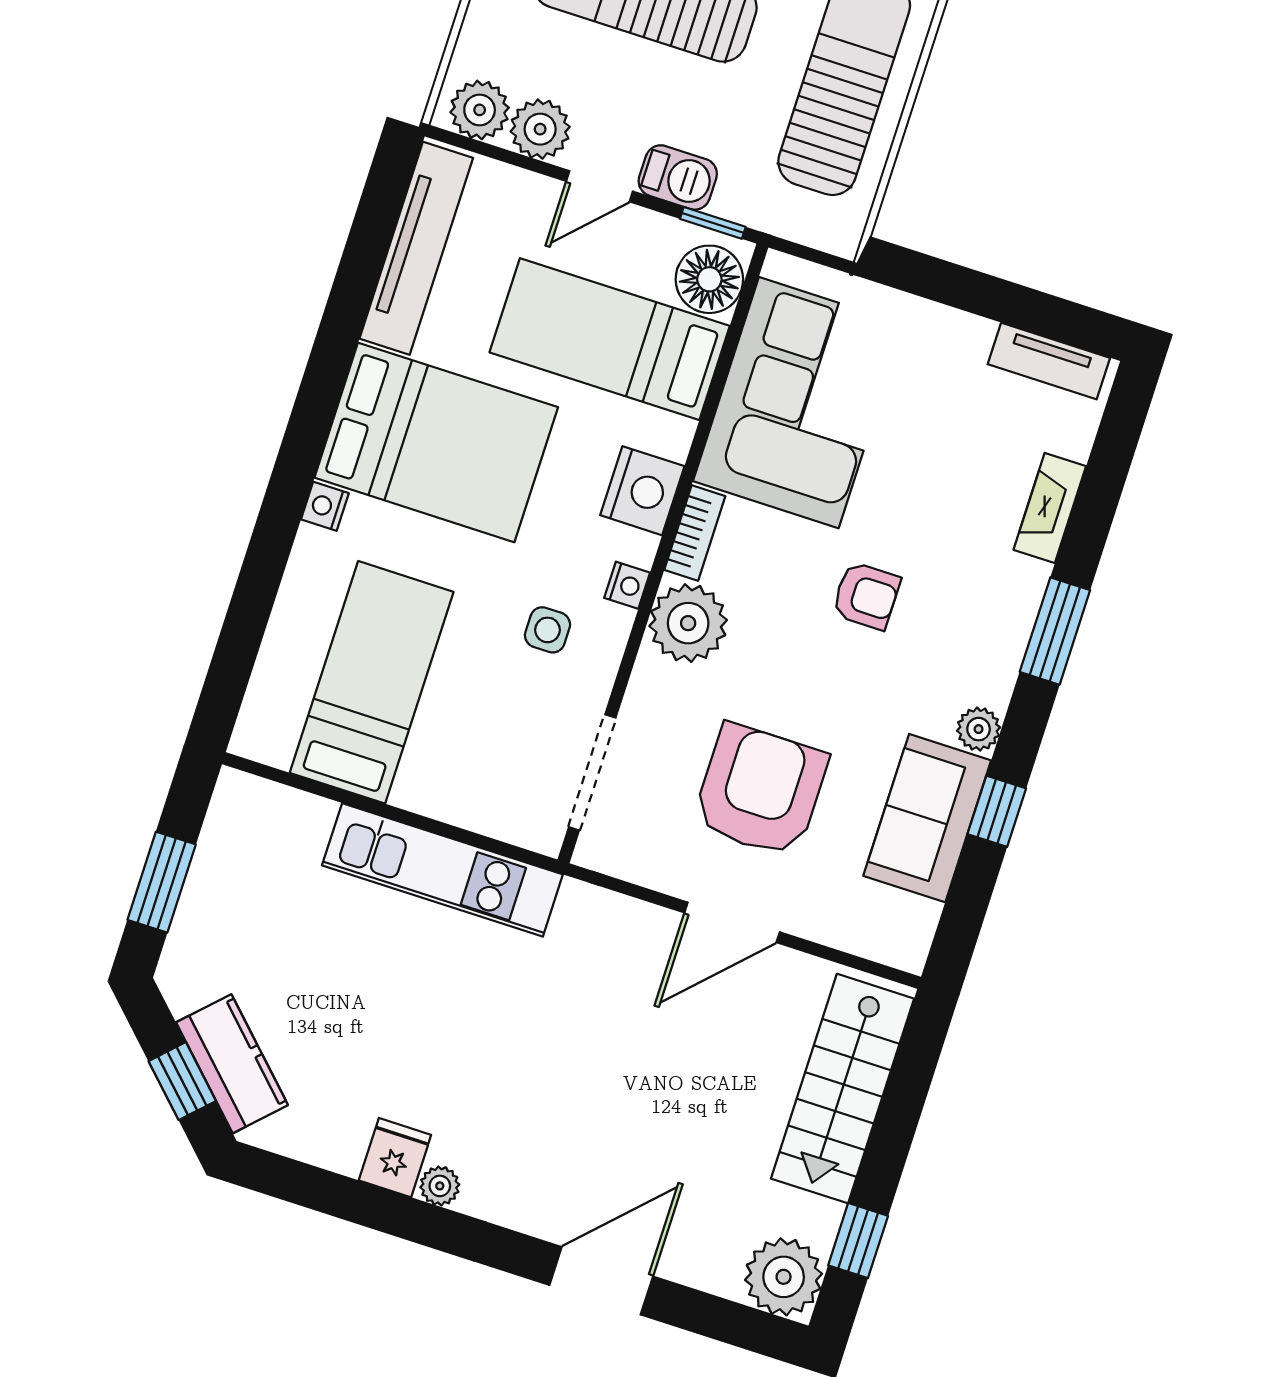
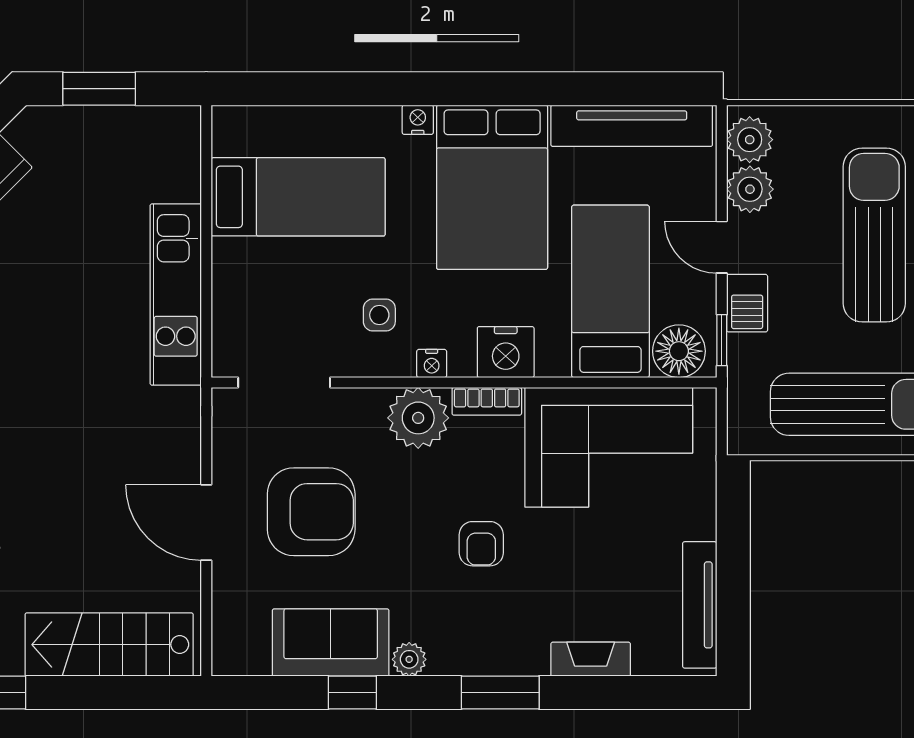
tv unit: (1049, 361) -> (700, 605), width x1.41

